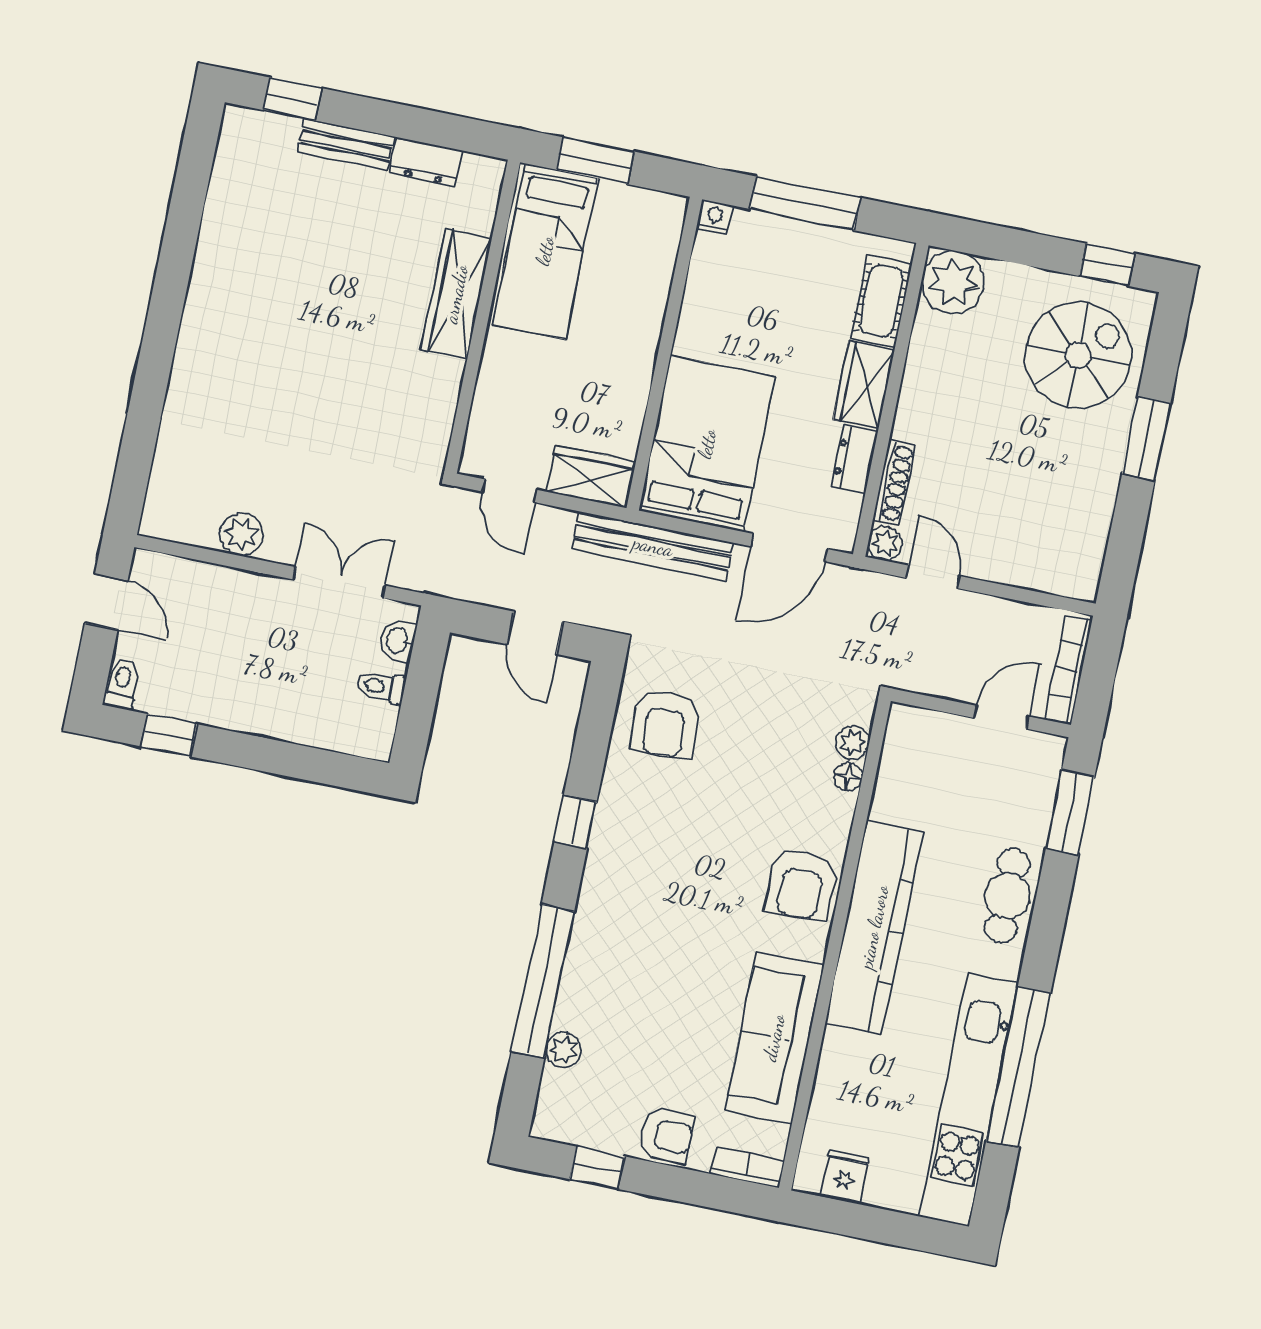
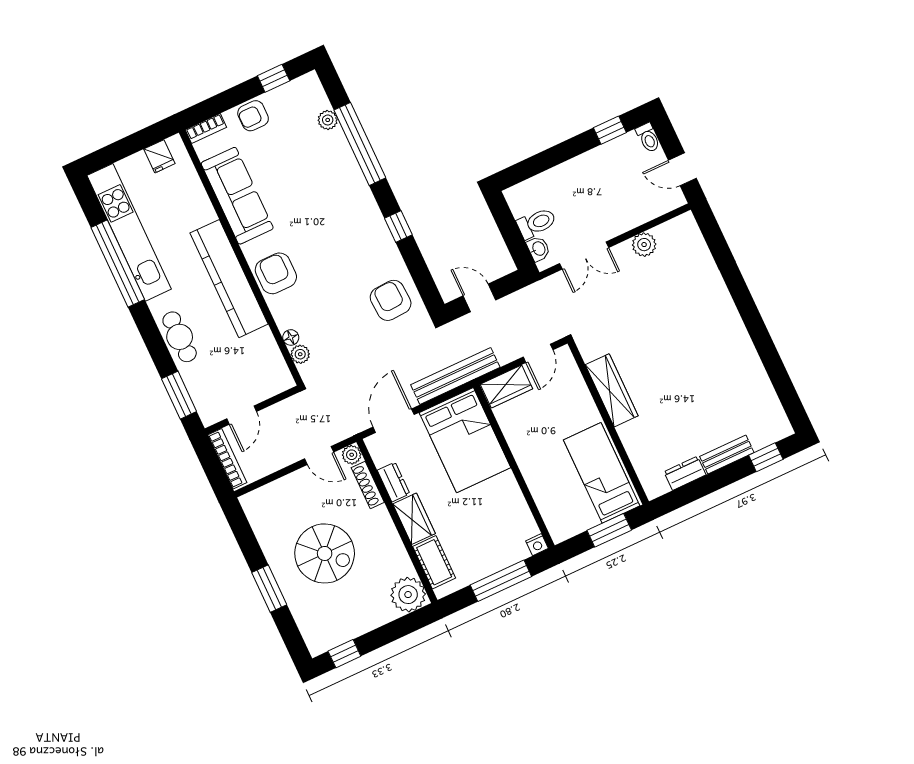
wardrobe: (456, 294) -> (612, 390), moved
spiral stairs: (1078, 355) -> (325, 553), moved, turned -90
door: (509, 491) -> (538, 353), swing flipped
toilet: (381, 687) -> (537, 223), width x1.37, depth x1.39

